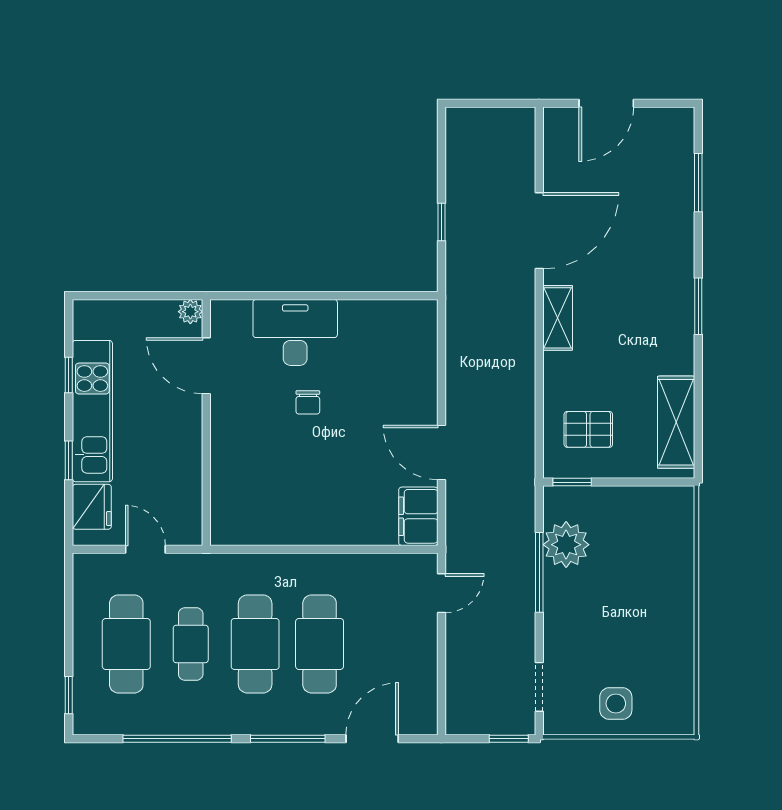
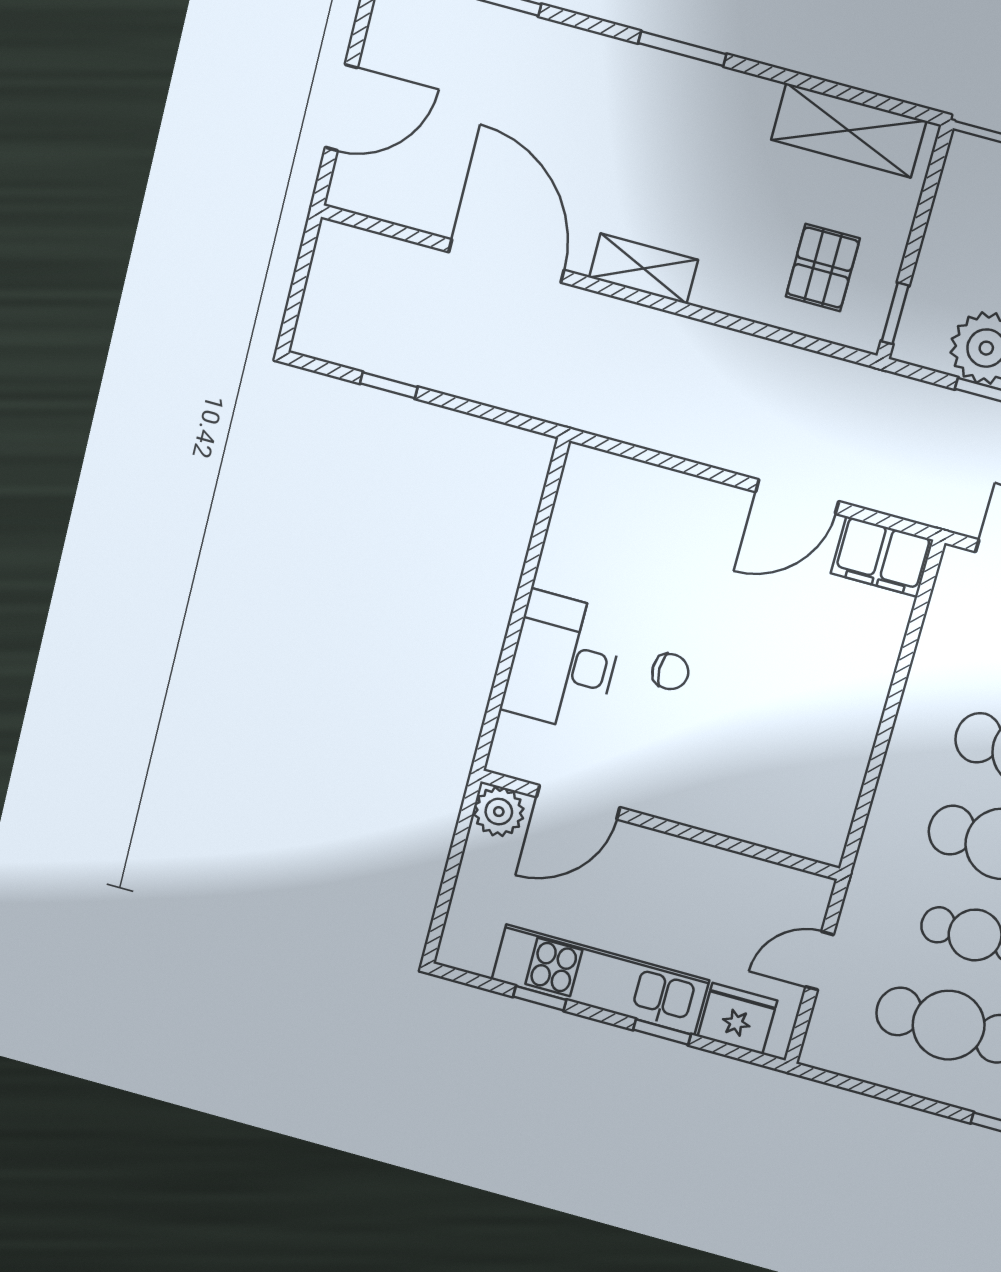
door: (606, 103) -> (341, 108), hinge flipped
window: (442, 222) -> (389, 385), moved
plant: (190, 312) -> (499, 812), width x1.38, depth x1.38

